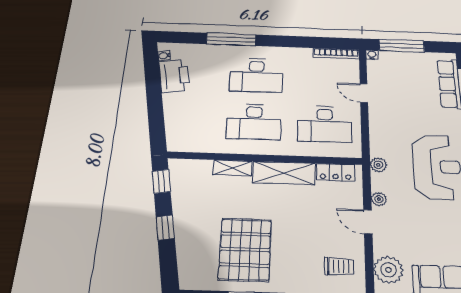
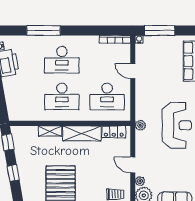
plant: (379, 199) -> (140, 181), moved

